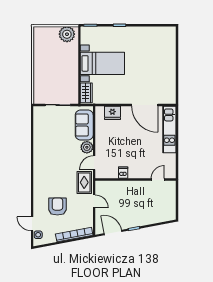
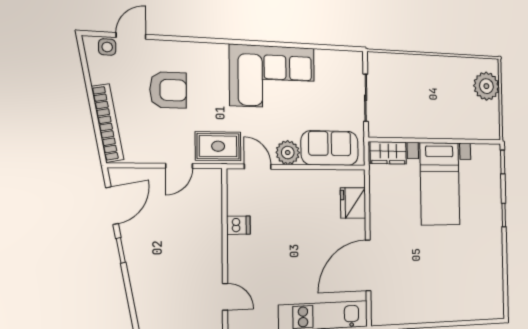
plant: (67, 34) -> (486, 86), moved
corner sofa: (49, 155) -> (272, 77), added

